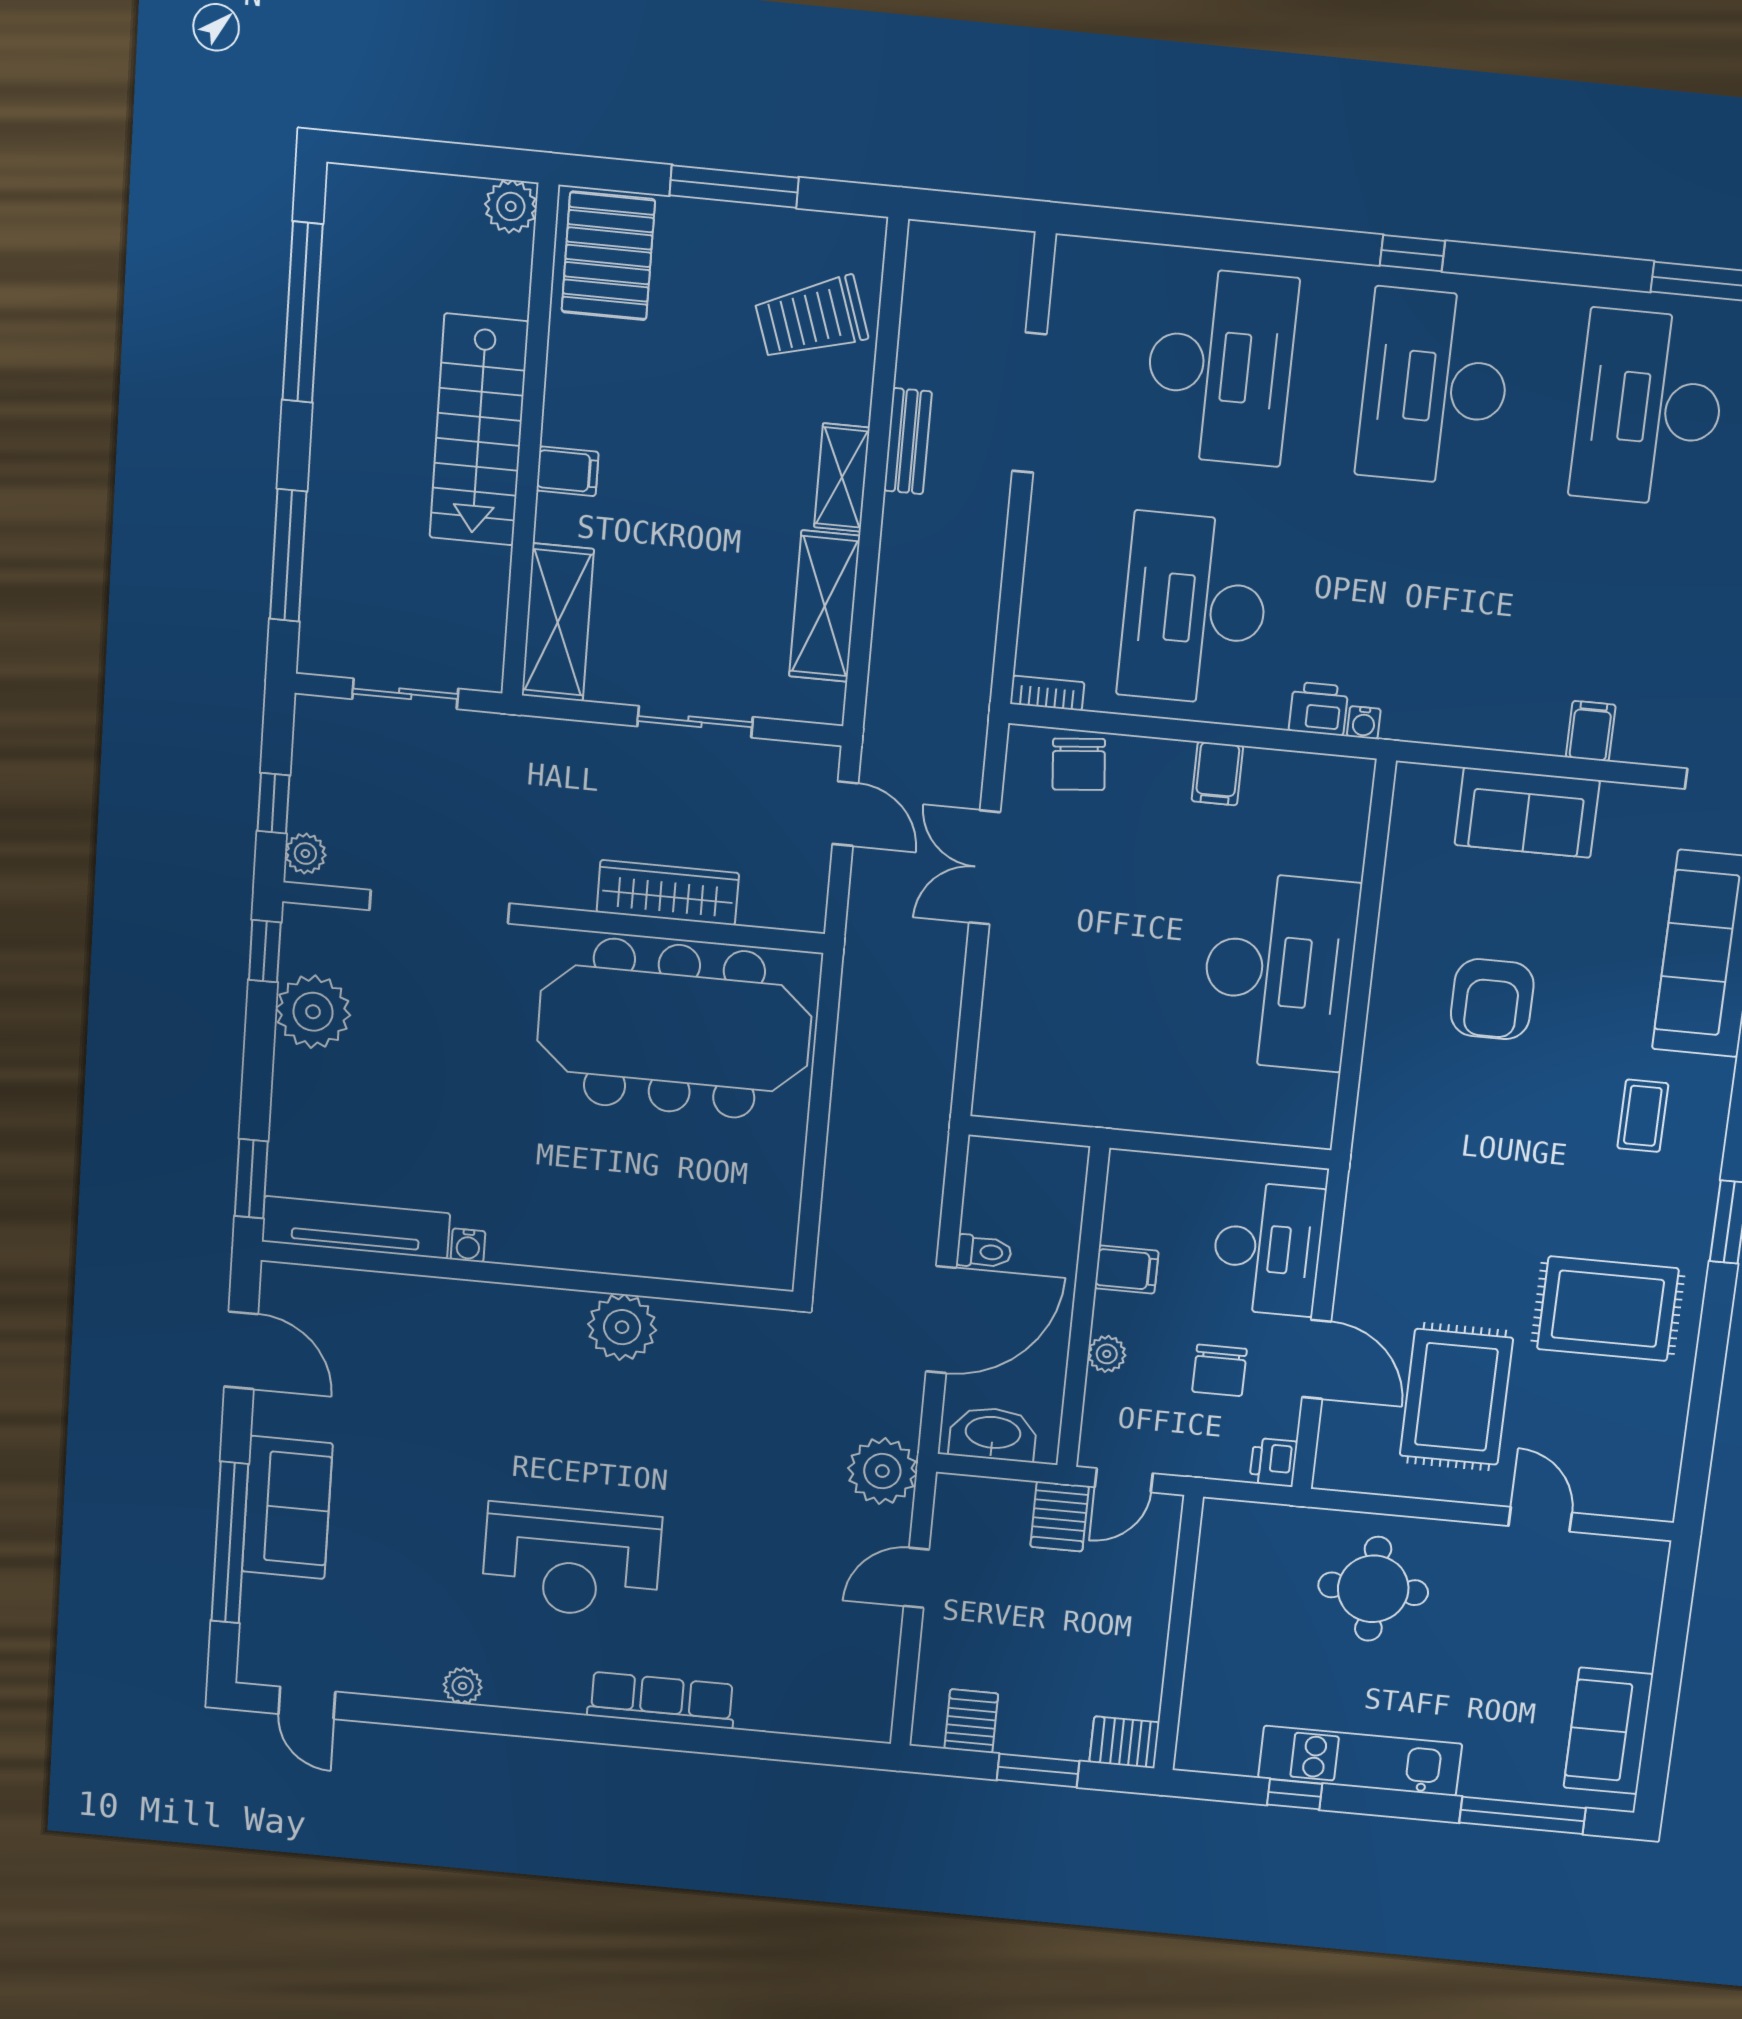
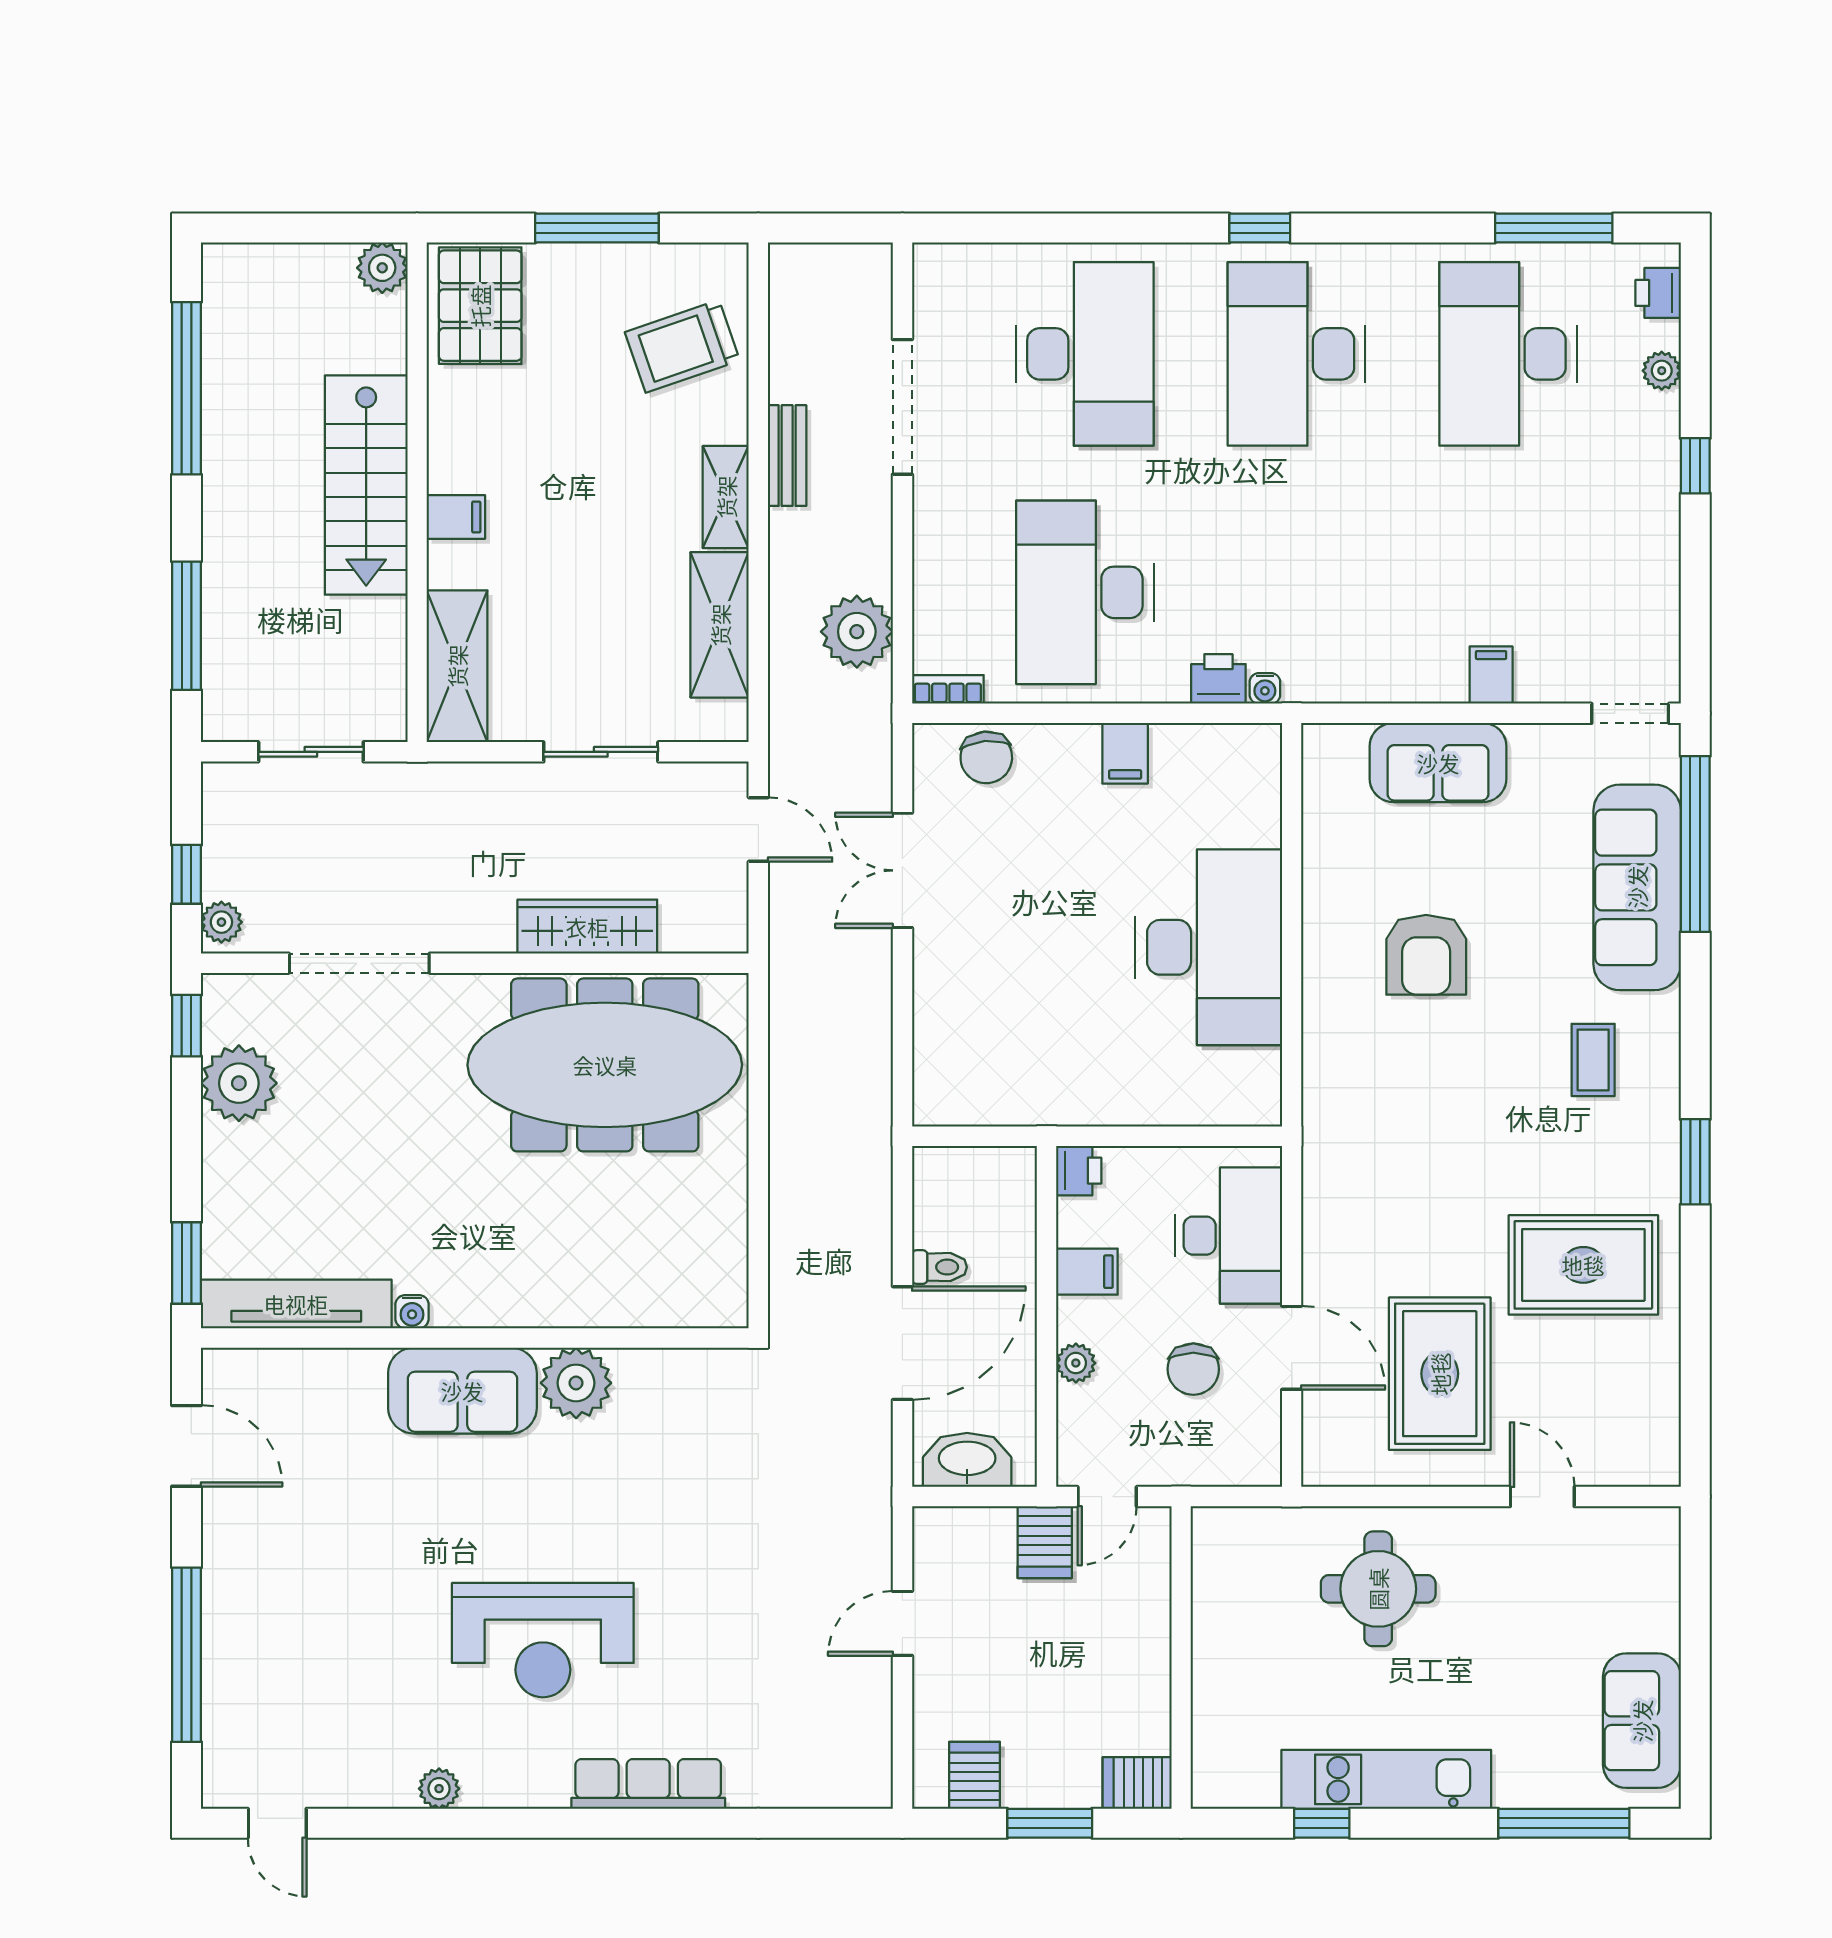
printer: (1273, 1462) -> (1079, 1171), moved, turned 180
plant: (882, 1471) -> (857, 632), moved
sofa: (287, 1508) -> (462, 1391), moved, turned 90

